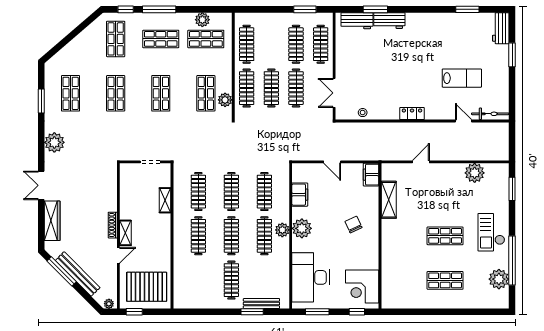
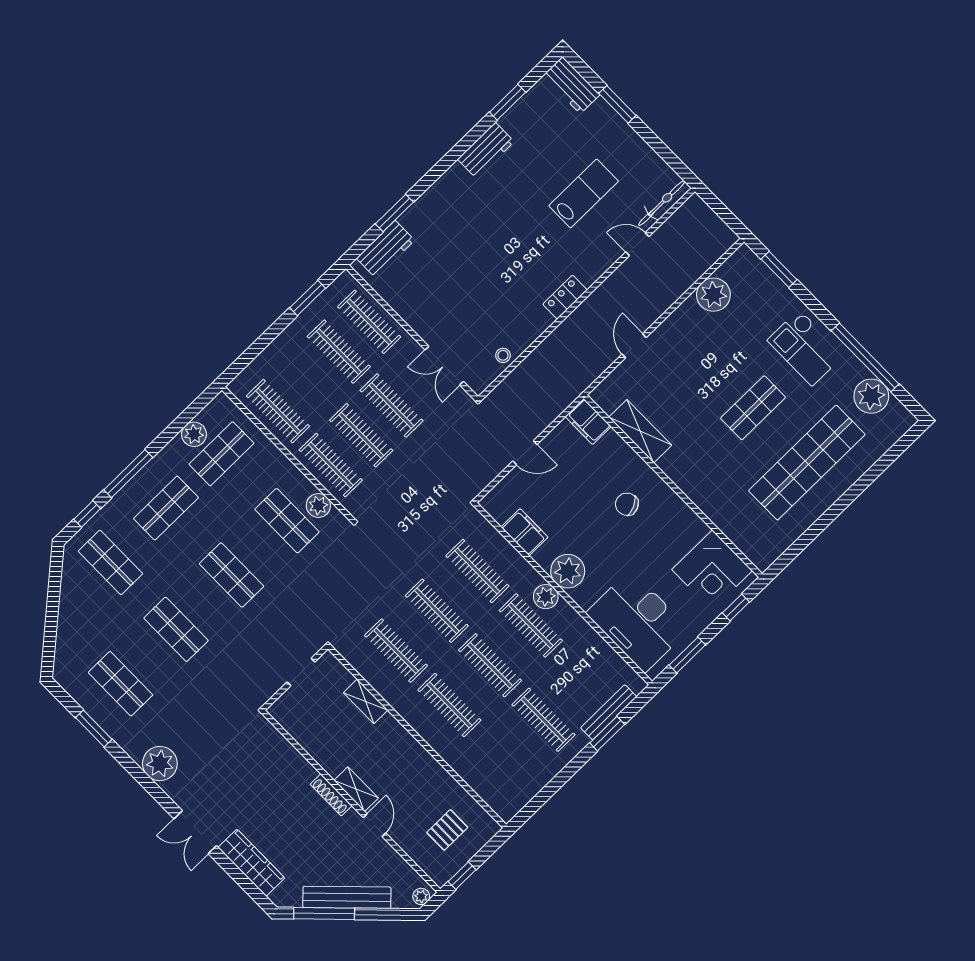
workbench: (389, 21) -> (486, 150), moved
shop shelf: (445, 280) -> (807, 463), width x2.00, depth x1.36
pallet: (147, 287) -> (447, 830), width x0.49, depth x0.50

